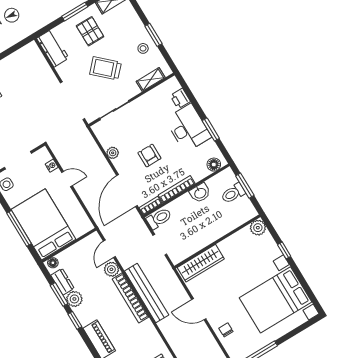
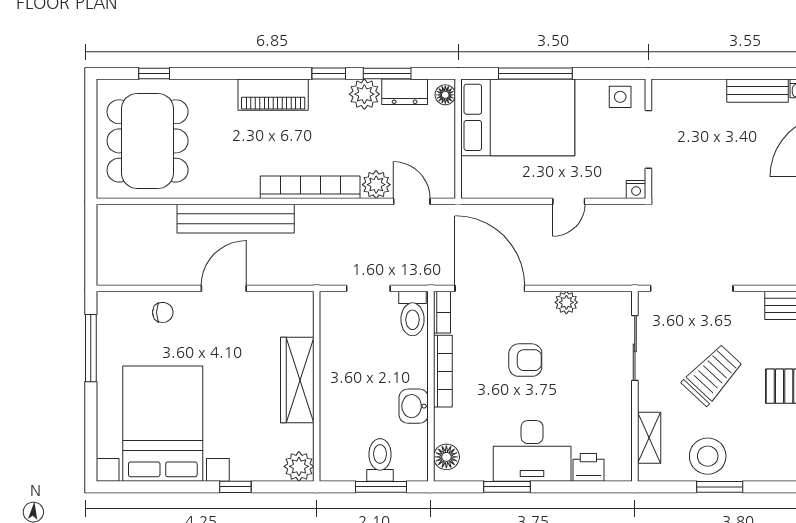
stool: (143, 48) -> (708, 456), width x1.89, depth x1.89
nightstand: (52, 166) -> (636, 190), moved
wardrobe: (201, 263) -> (297, 380), moved
bench: (147, 293) -> (236, 219), moved

